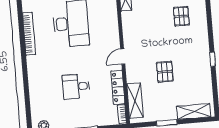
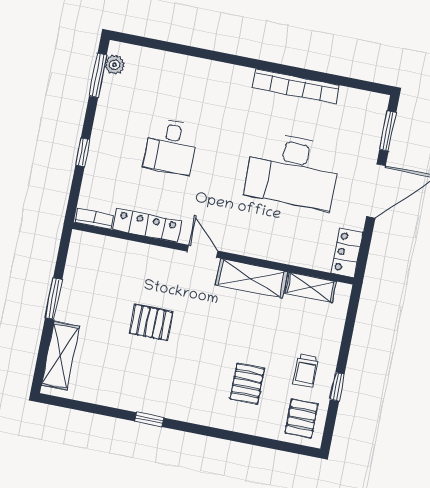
pallet: (181, 16) -> (247, 384), turned 90
desk: (76, 87) -> (171, 147), turned 180
shelving: (135, 101) -> (251, 278), moved

